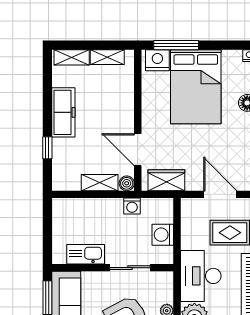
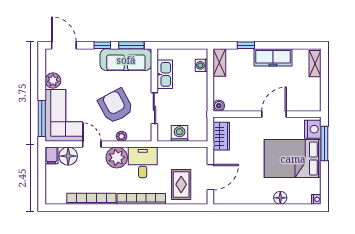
shelving: (107, 57) -> (315, 91), removed
door: (138, 150) -> (274, 114), moved
shelving: (100, 183) -> (219, 63), moved
washing machine: (132, 206) -> (202, 65), moved
desk: (201, 276) -> (143, 162), width x0.73

